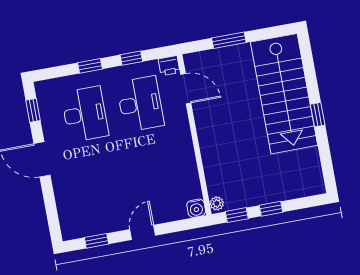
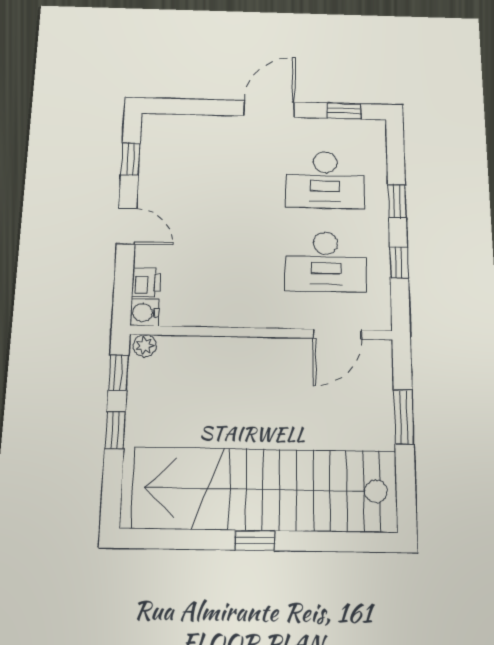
printer: (169, 66) -> (146, 282), moved, turned 180
stairs: (284, 94) -> (265, 490), width x1.36

